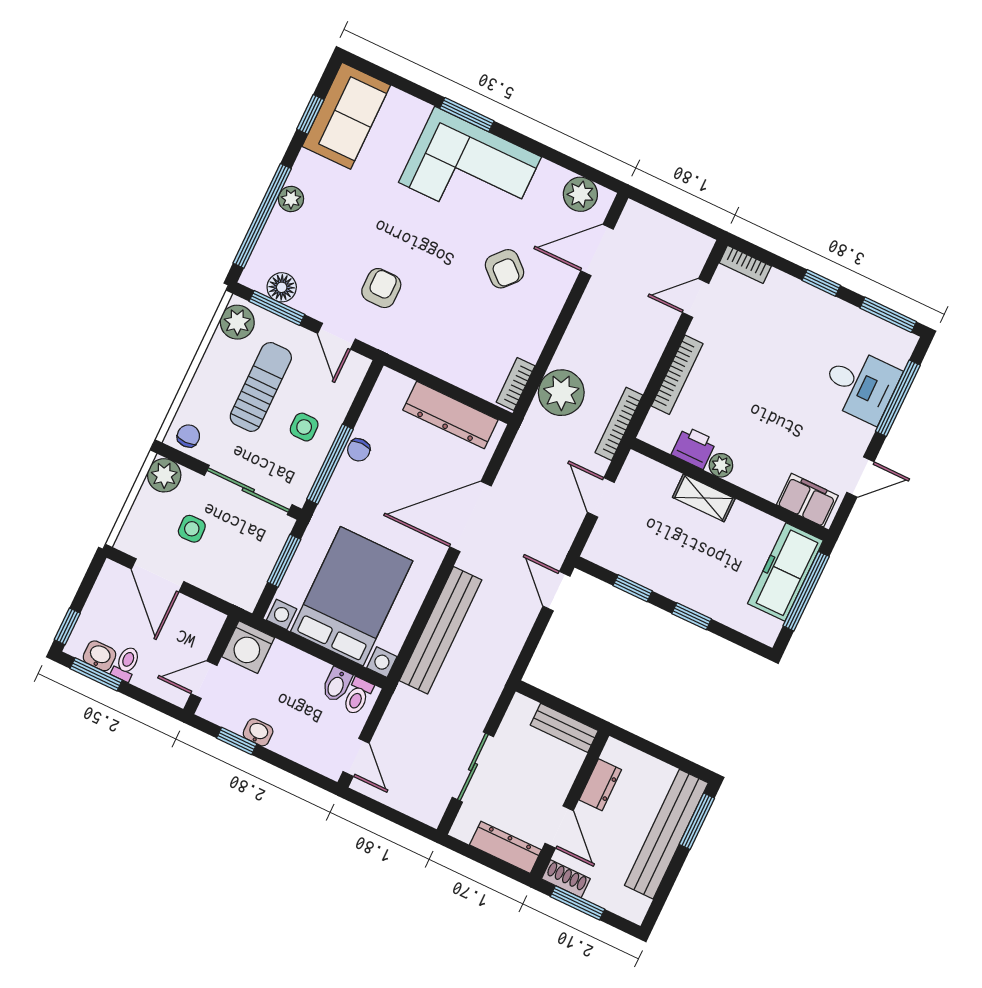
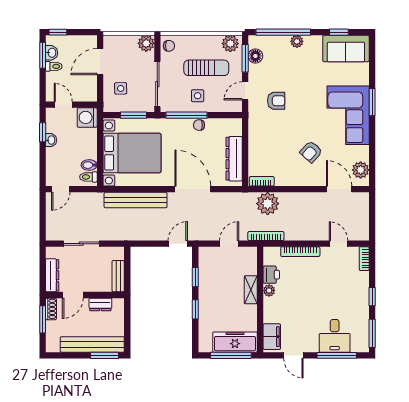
side table: (192, 529) -> (121, 88), moved

